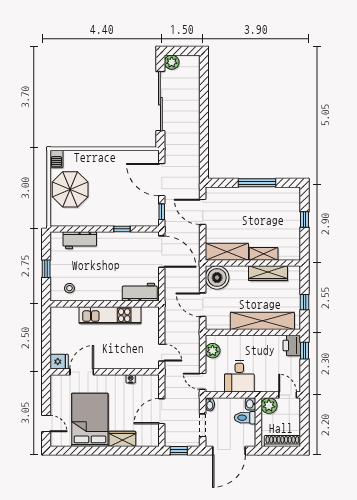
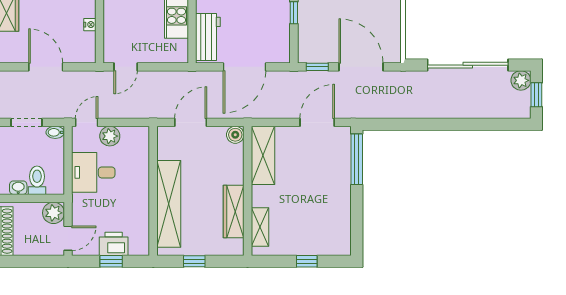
window: (182, 51) -> (536, 95), added
door: (162, 180) -> (361, 67), hinge flipped
window: (257, 183) -> (357, 159), moved
door: (162, 252) -> (244, 67), moved
shelving: (264, 254) -> (260, 227), moved
boiler: (217, 278) -> (235, 135), width x0.54, depth x0.54
printer: (292, 346) -> (114, 244), moved
plant: (213, 351) -> (110, 136), moved
window: (305, 351) -> (111, 261), moved
washbasin: (250, 404) -> (18, 188), moved

